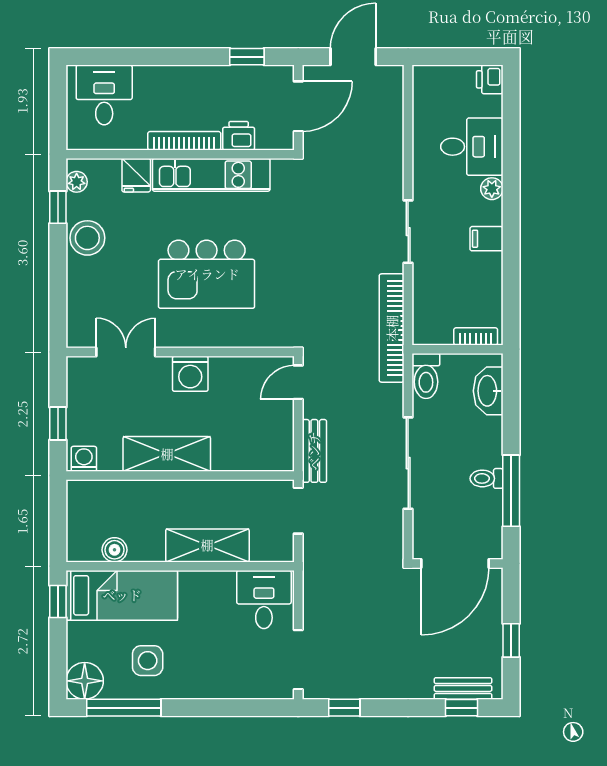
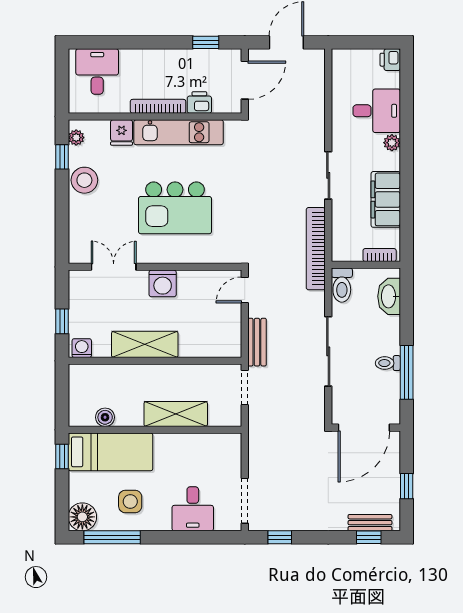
filing cabinet: (486, 239) -> (386, 199), width x3.00, depth x1.17
desk: (264, 599) -> (193, 509), moved, turned 180

